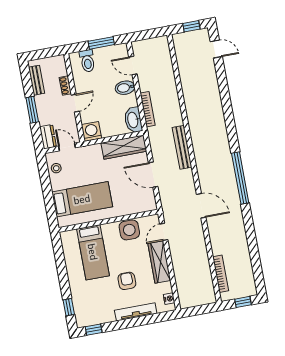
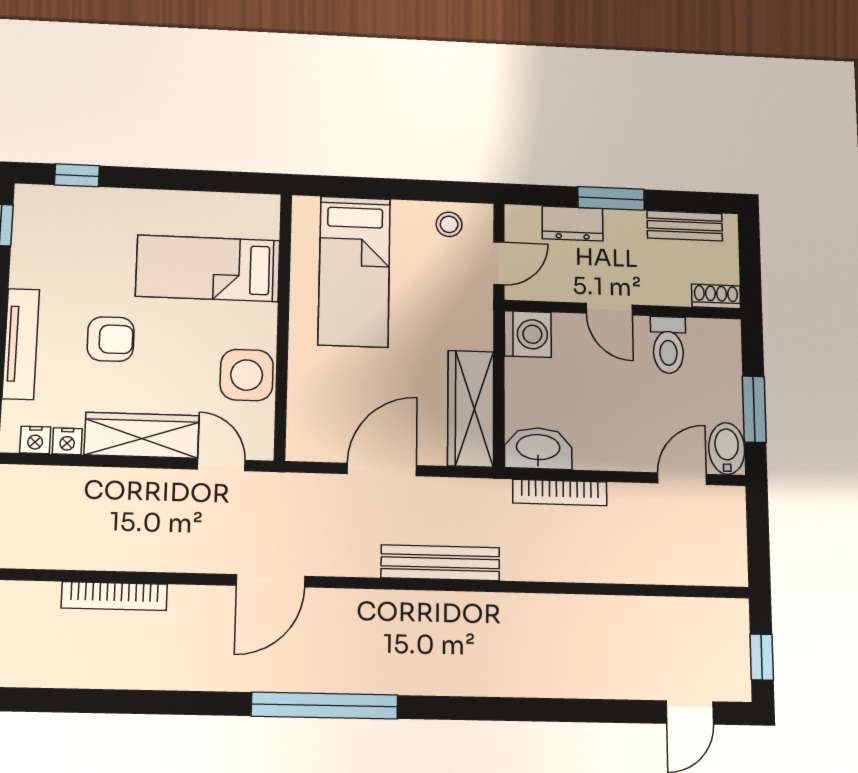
toilet: (87, 61) -> (668, 345), moved, turned -90
shoe rack: (65, 86) -> (716, 296), moved
bidet: (125, 88) -> (727, 449), moved
dresser: (48, 137) -> (573, 224), moved
bookcase: (221, 274) -> (114, 596), moved
nightstand: (167, 287) -> (67, 441), added

